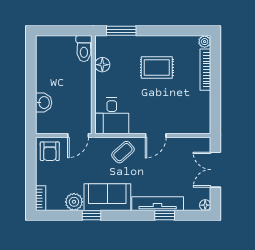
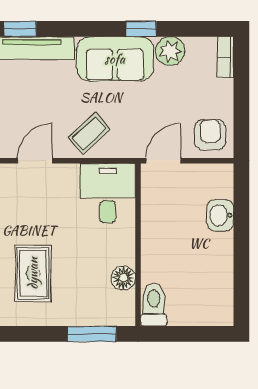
rug: (157, 67) -> (33, 273), turned 90

